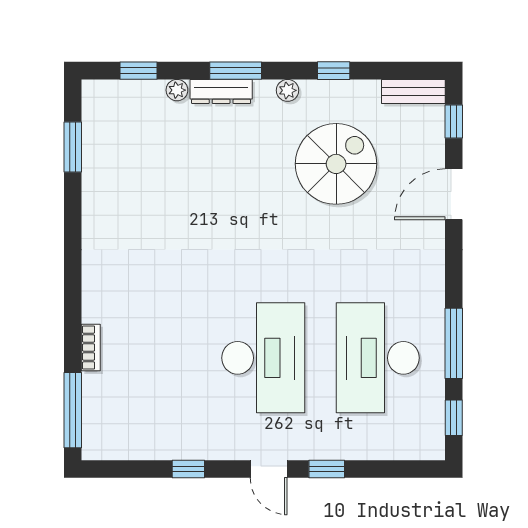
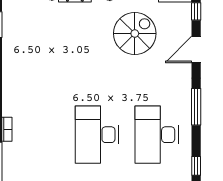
window: (454, 343) -> (196, 107), moved
desk: (263, 358) -> (97, 135), turned 180

